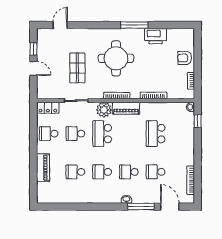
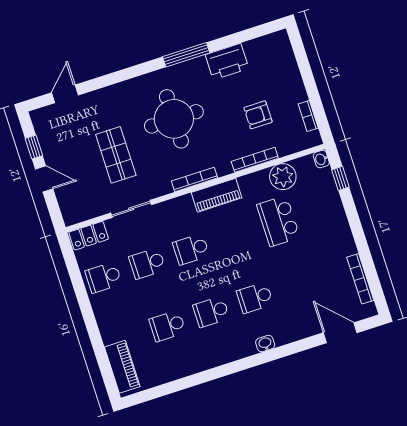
armchair: (185, 58) -> (258, 115), moved
plant: (104, 110) -> (283, 177), moved
school desk: (102, 134) -> (191, 249), width x0.54
piano: (43, 168) -> (122, 367), moved
school desk: (156, 172) -> (299, 284), removed
window: (141, 207) -> (293, 348), removed

